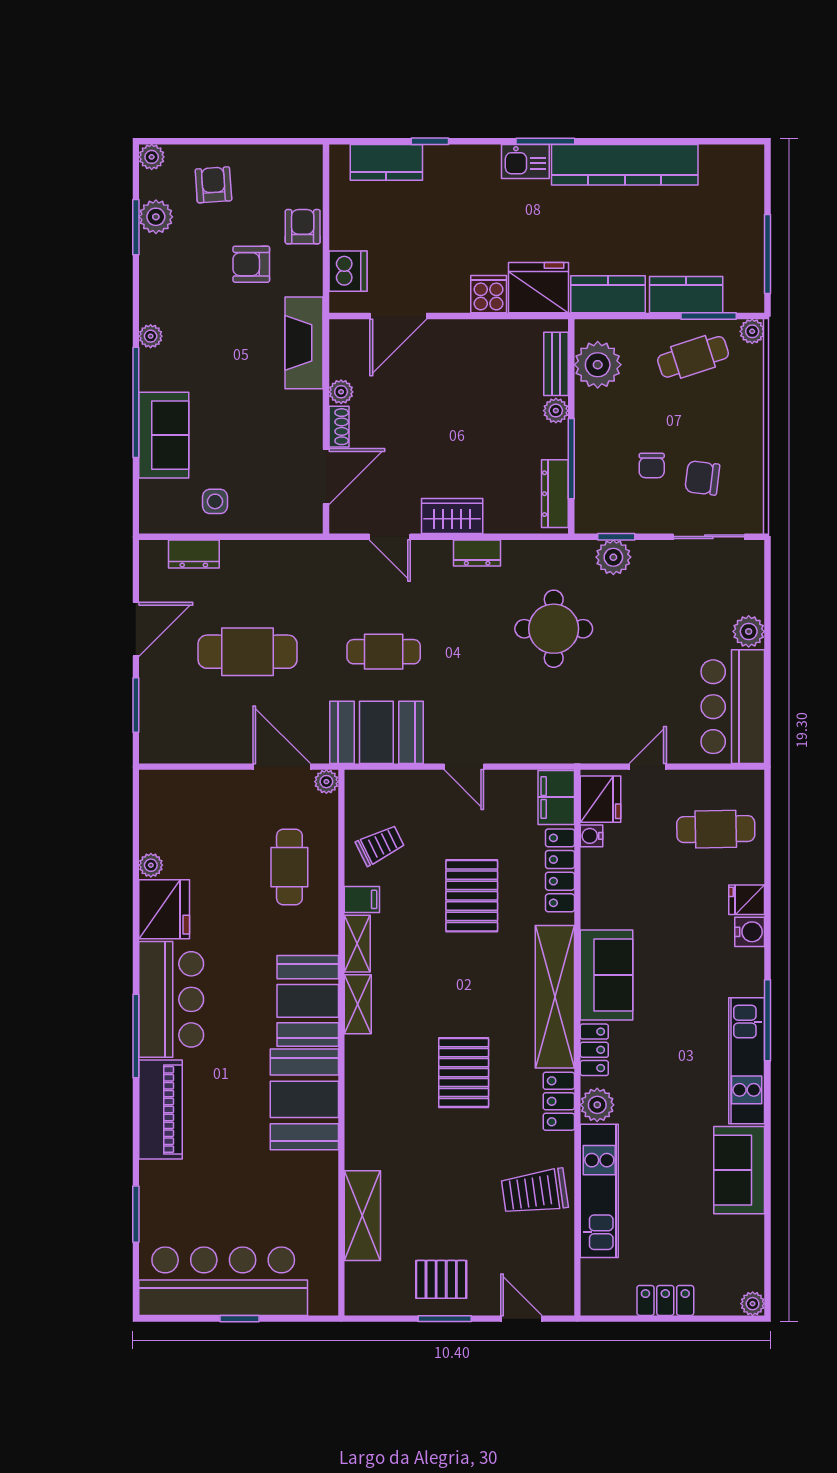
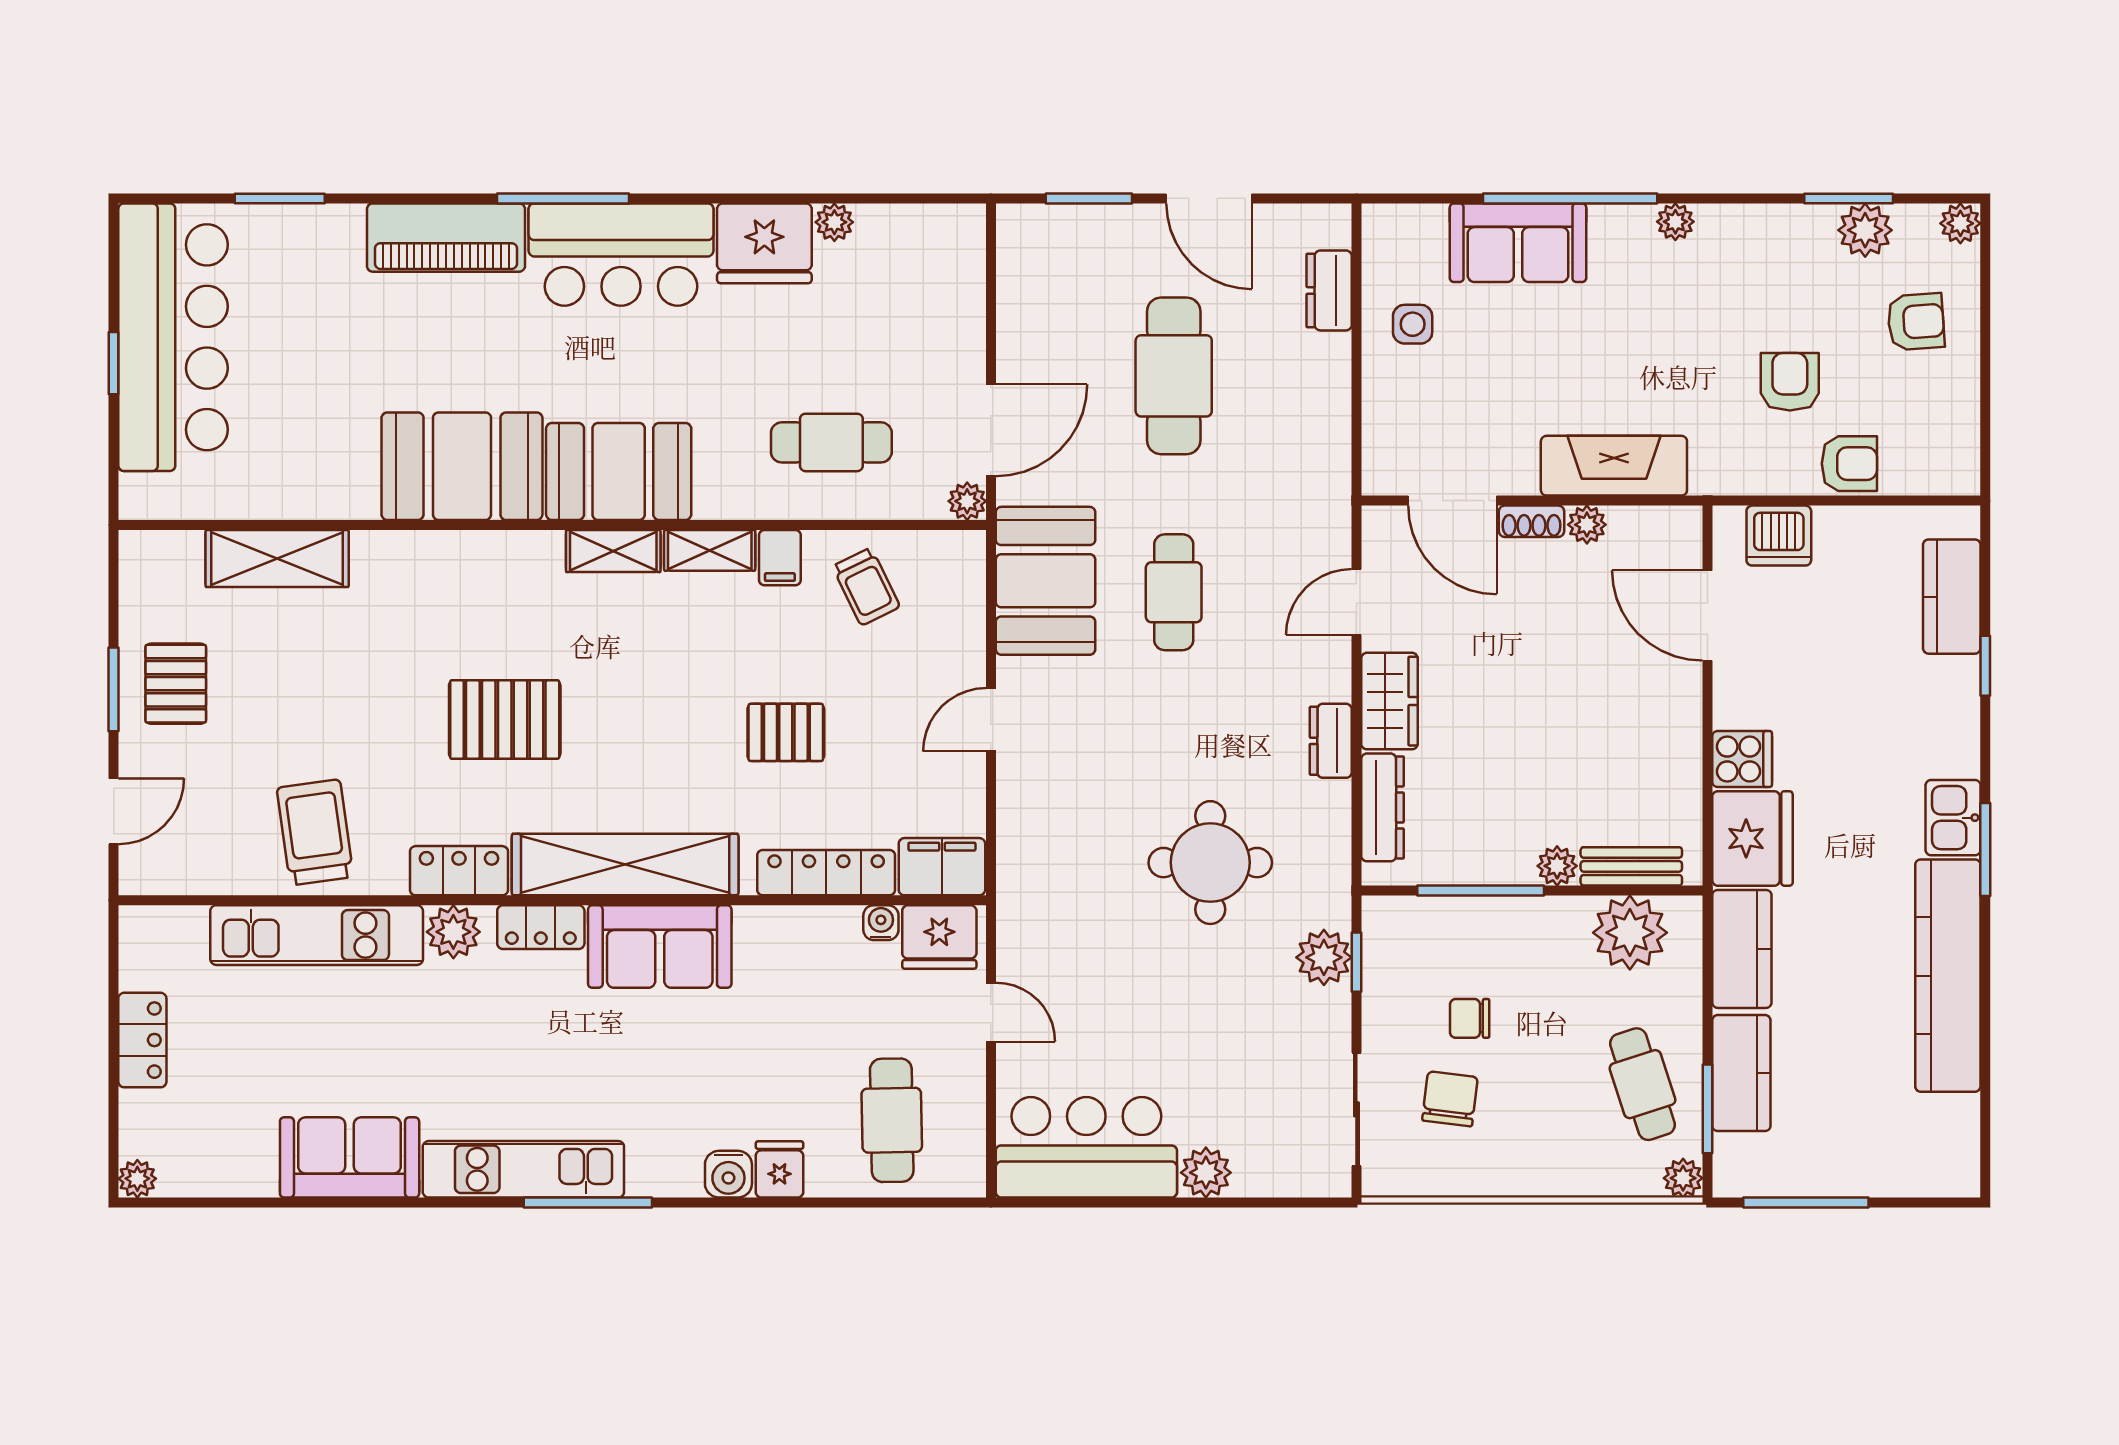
fireplace: (304, 343) -> (1614, 466), moved
dresser: (555, 494) -> (1383, 807), moved, turned 90
pallet: (472, 896) -> (786, 732), width x0.67, depth x0.71

